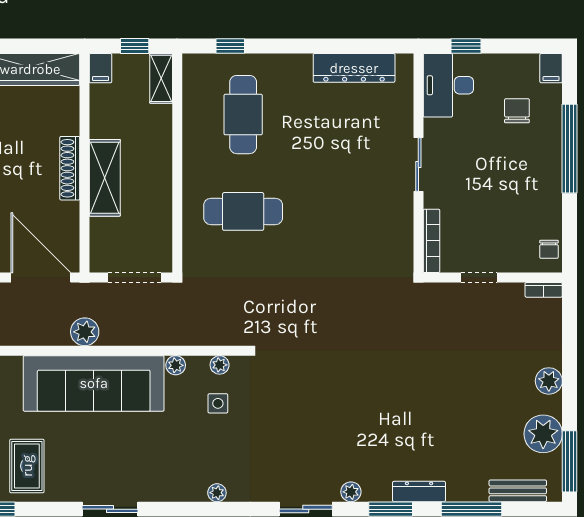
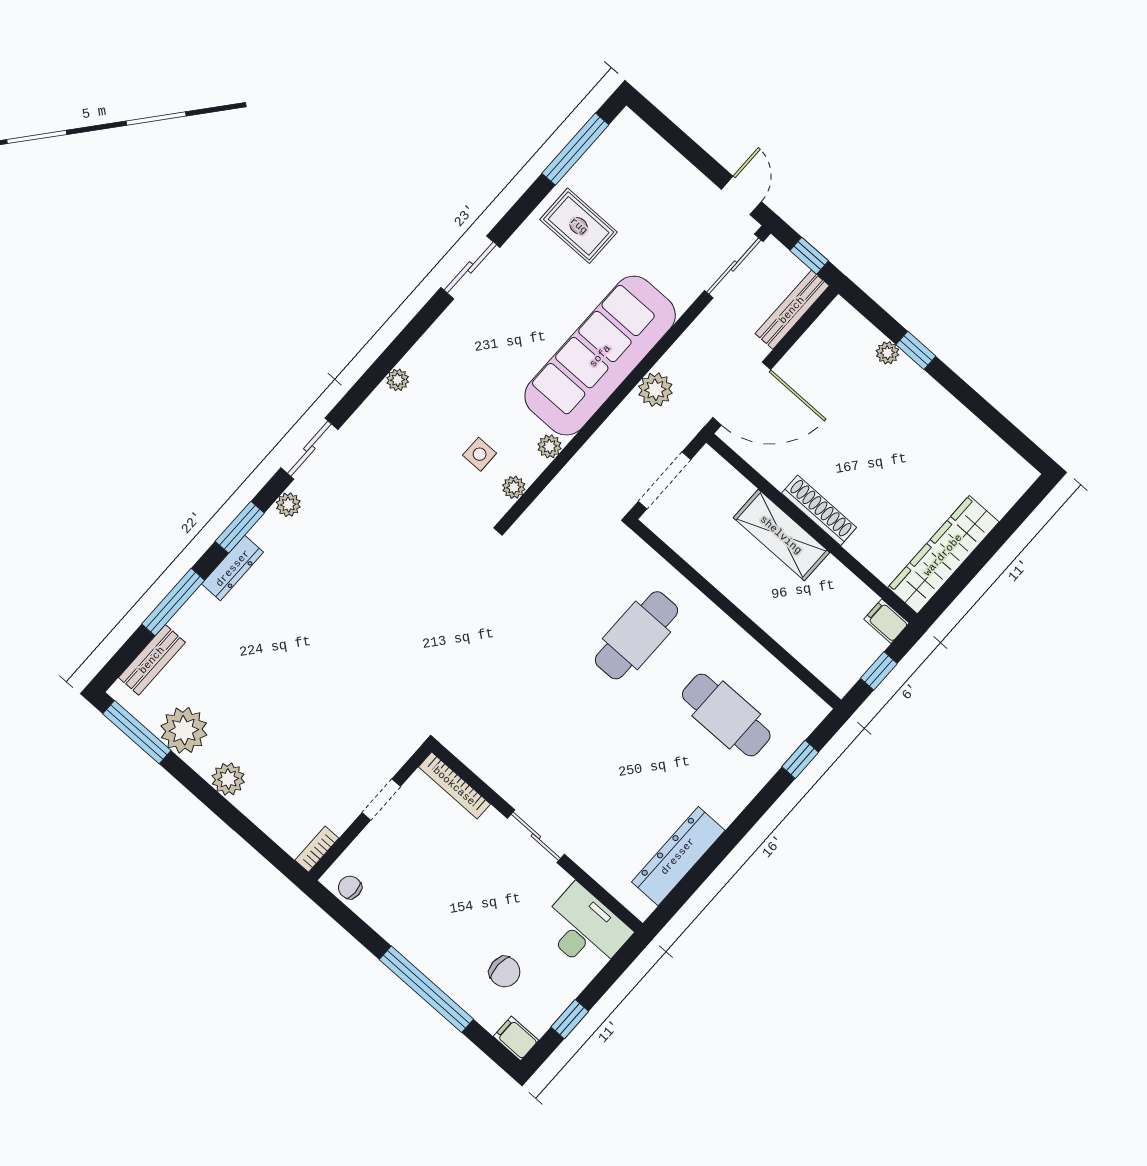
window: (466, 46) -> (570, 1019), moved
shelving: (161, 78) -> (827, 669), removed

